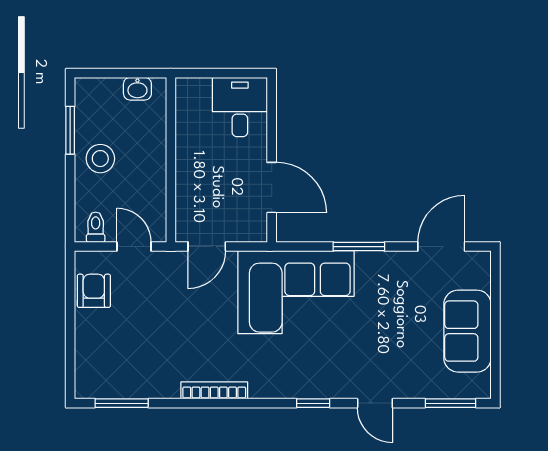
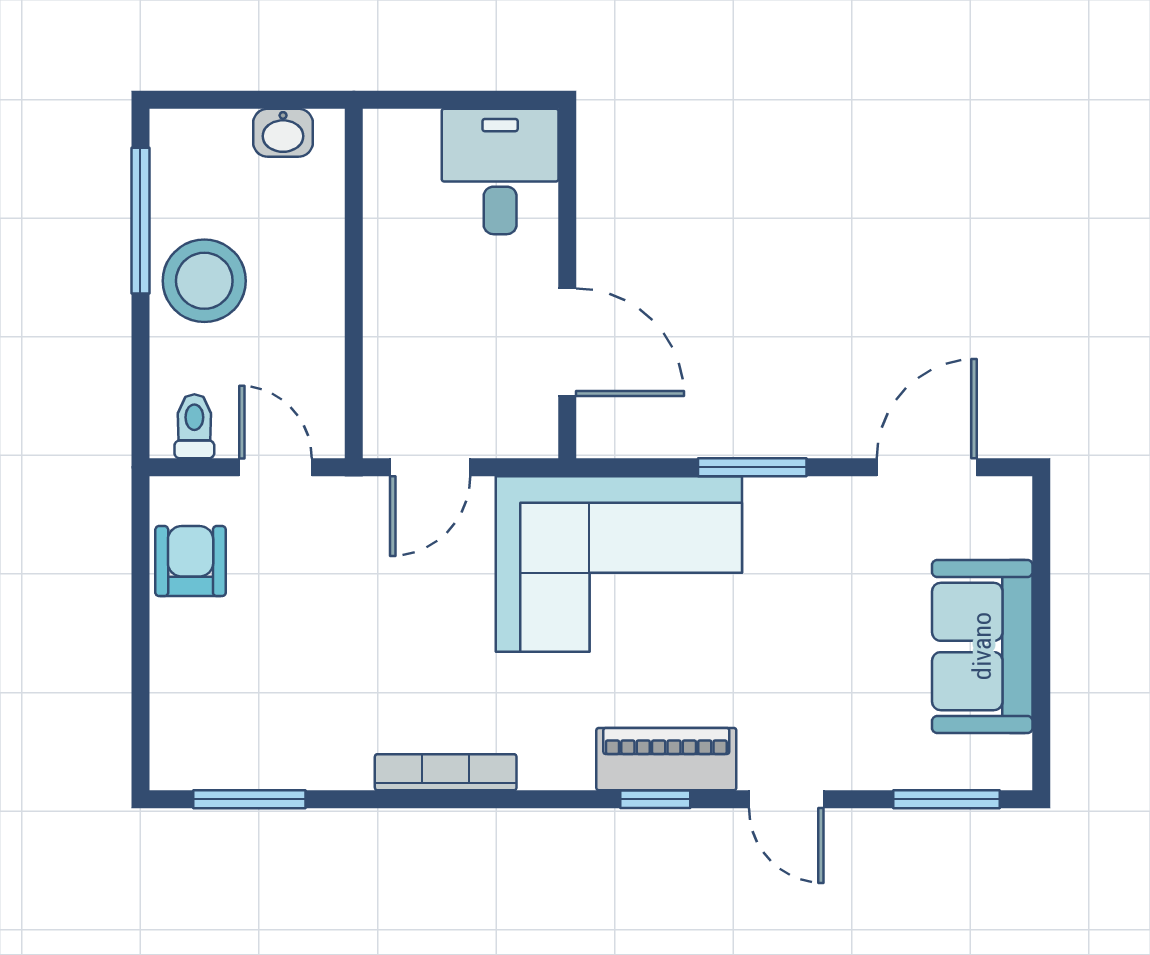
window: (70, 130) -> (140, 221), width x1.44
stool: (100, 159) -> (204, 281), width x1.38, depth x1.38
piano: (318, 384) -> (666, 759), added

